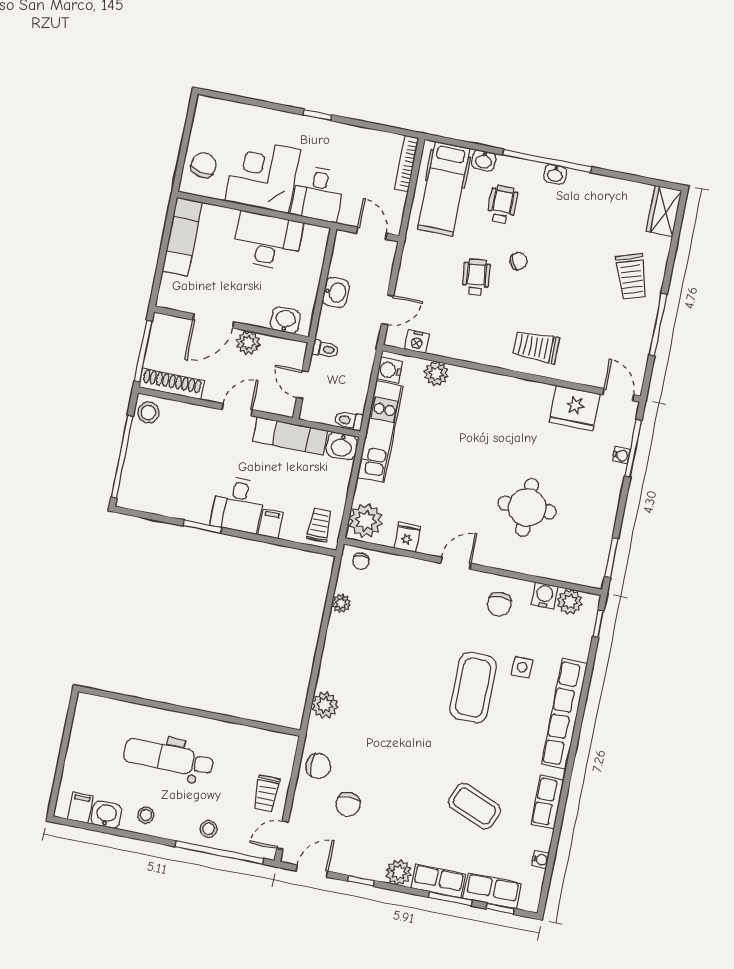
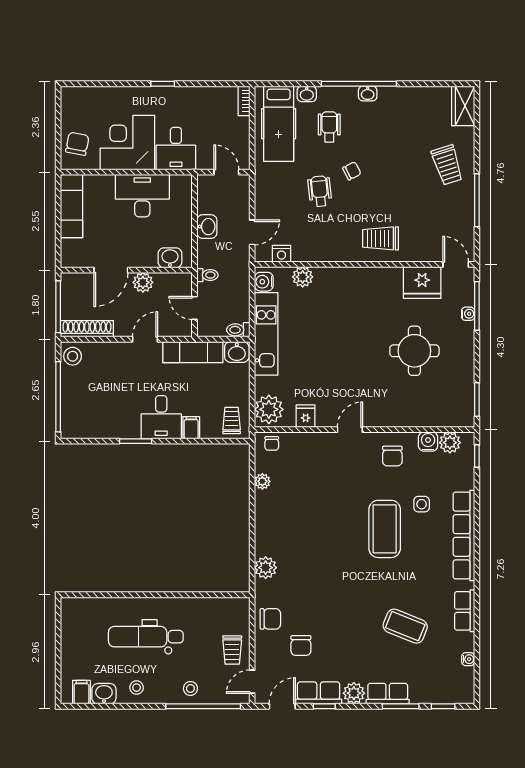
bookcase: (407, 164) -> (244, 101), width x0.64
round table: (527, 507) -> (414, 351), moved
row of seats: (492, 891) -> (319, 693), moved

